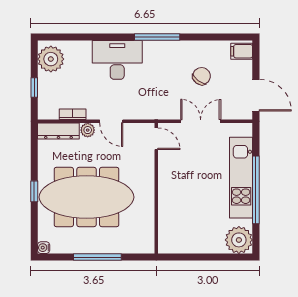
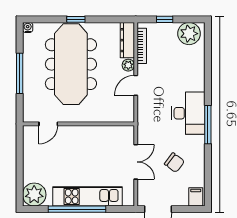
desk: (117, 60) -> (188, 113), moved
bookcase: (73, 114) -> (142, 46), width x1.56
door: (156, 139) -> (48, 124), moved

